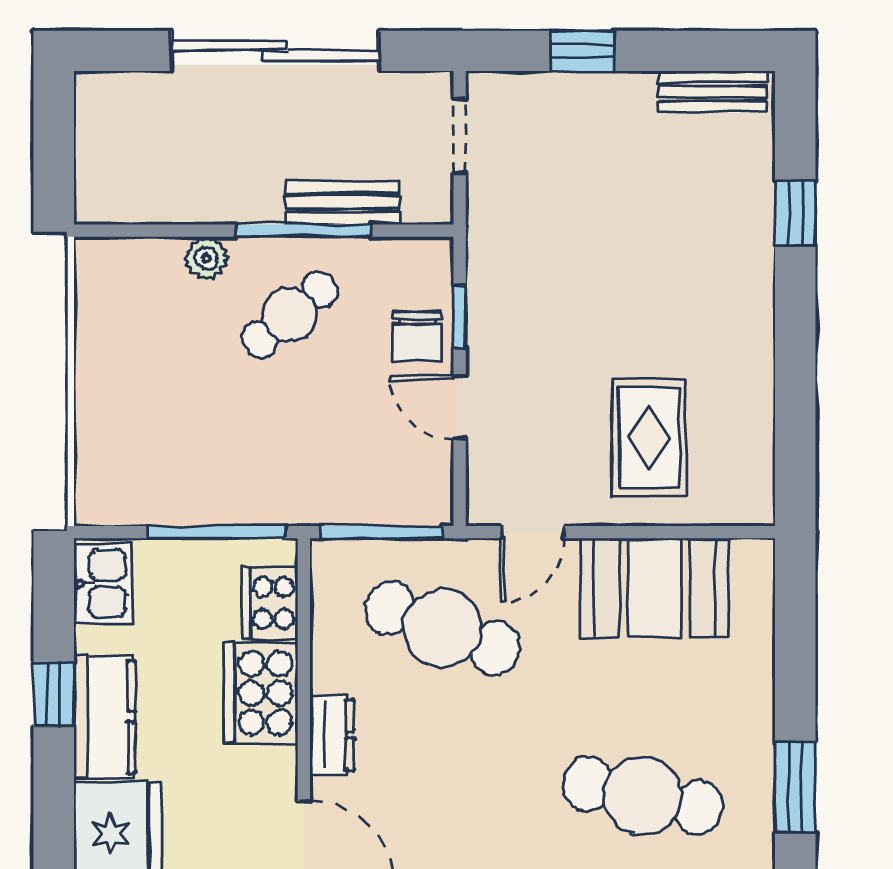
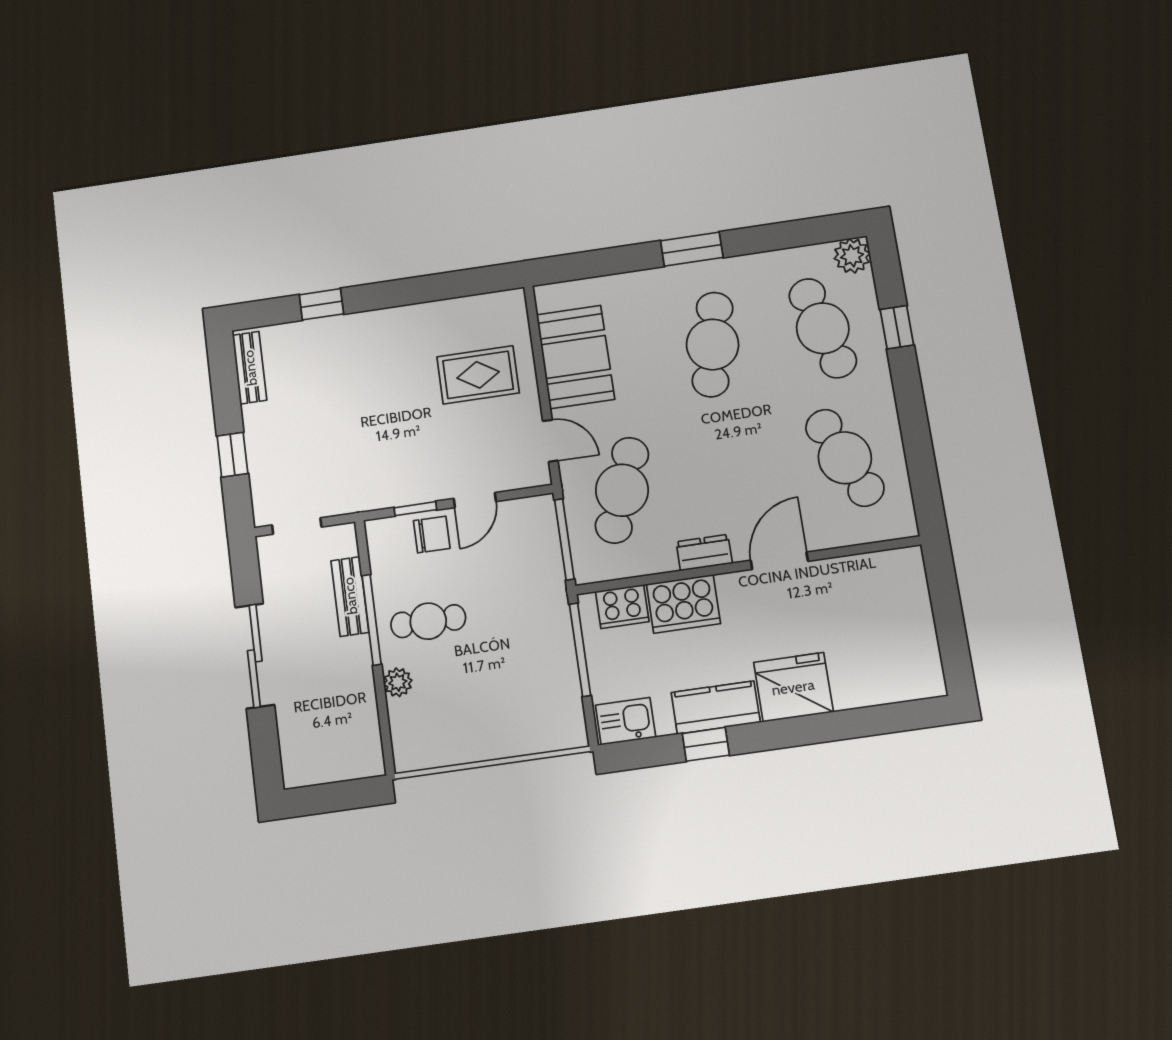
sliding door: (275, 51) -> (255, 656), width x0.73
cafe table: (290, 315) -> (428, 621), turned -50

